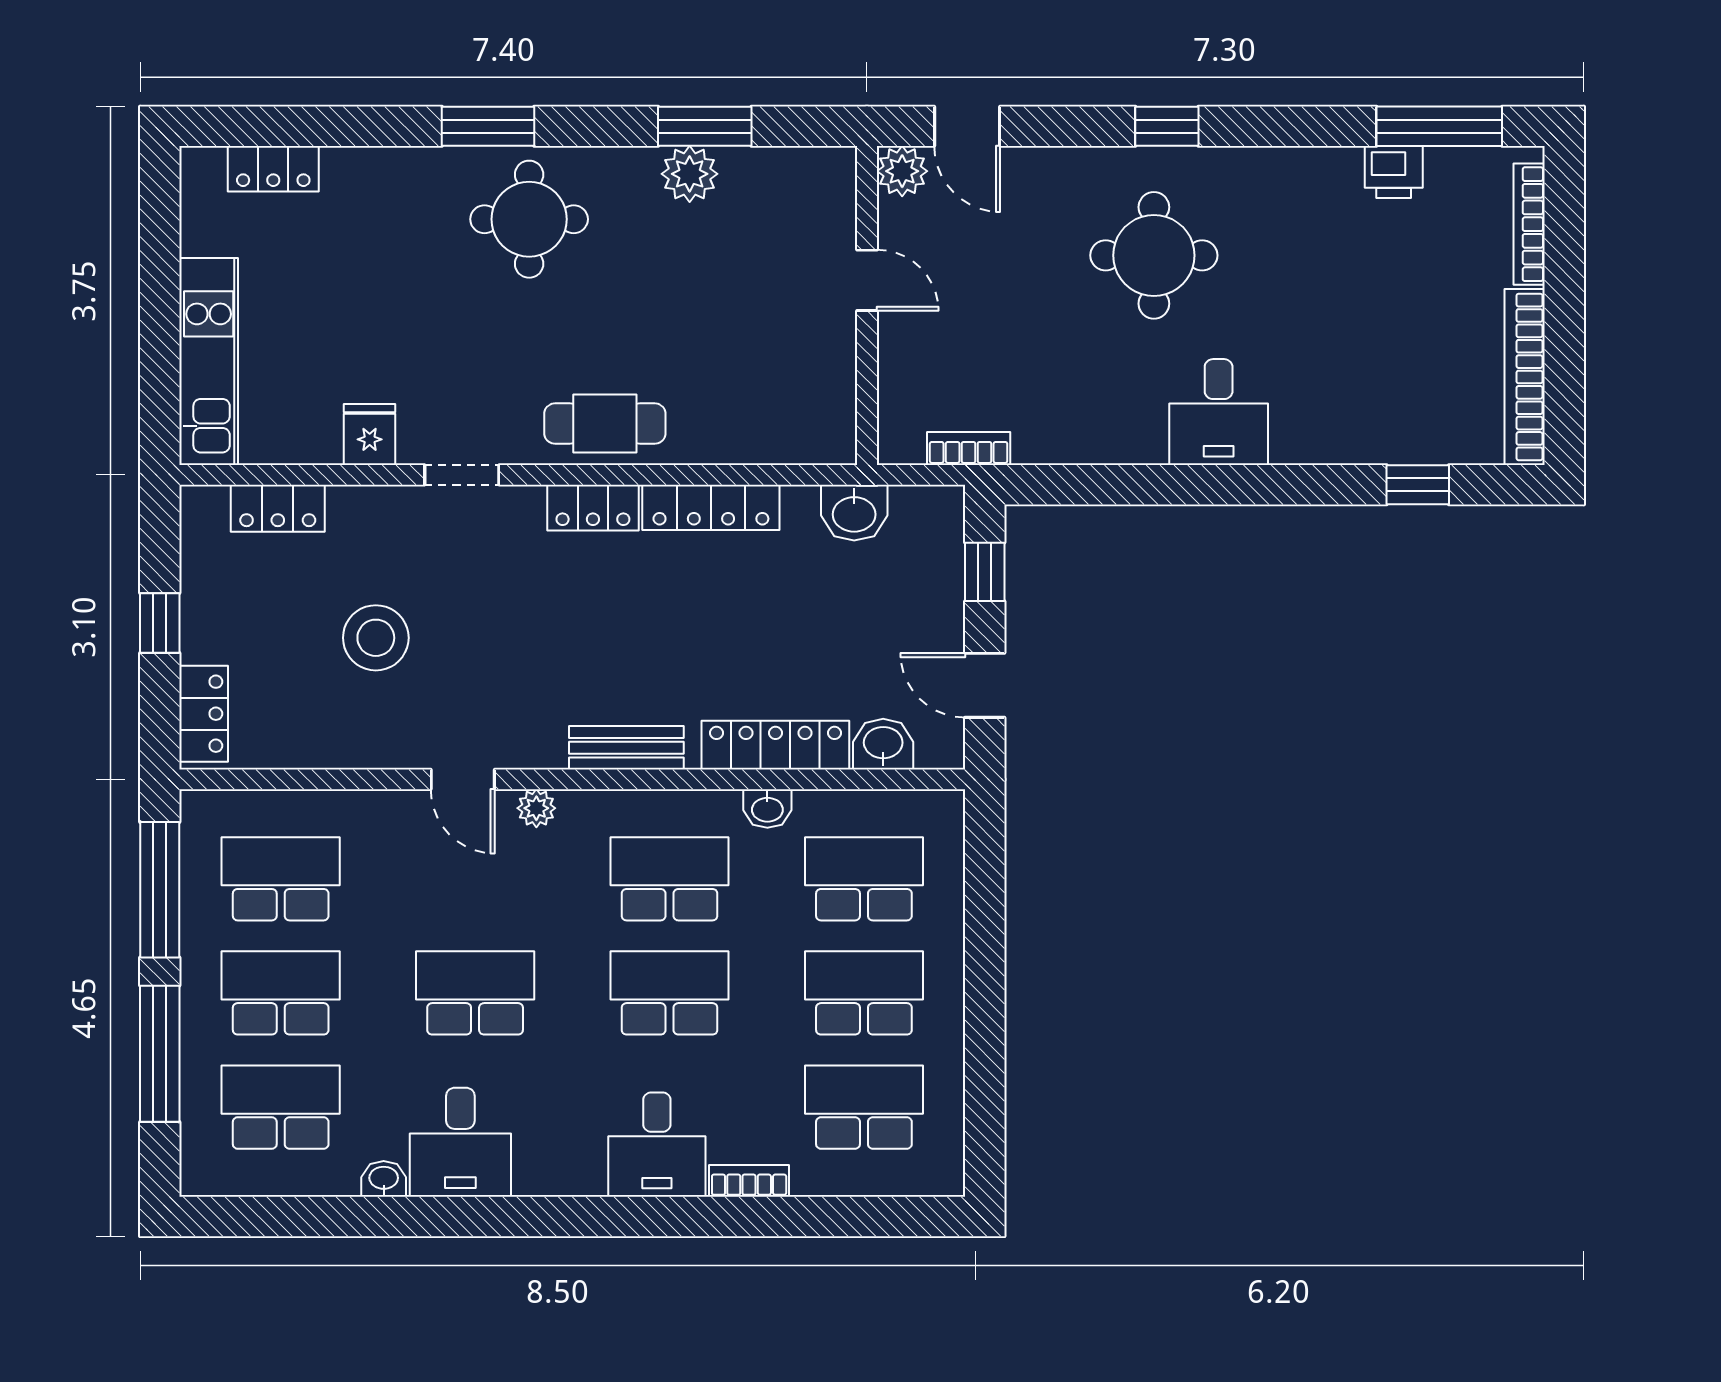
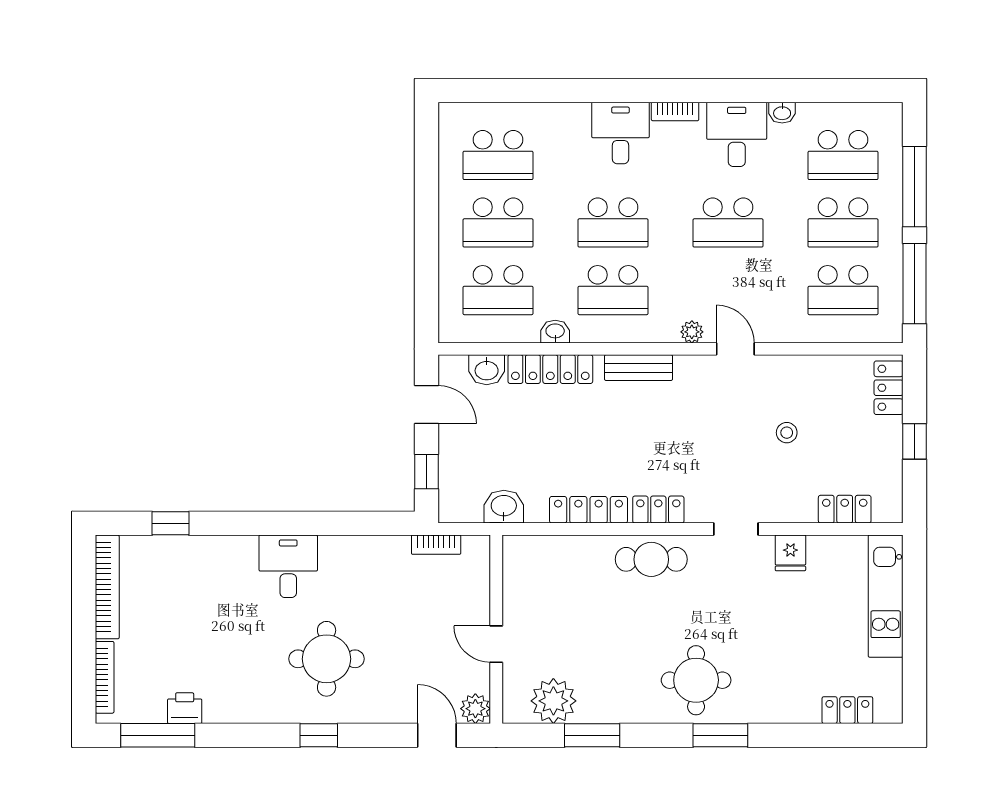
plant: (690, 174) -> (553, 701), moved, width x1.36, depth x1.36
stool: (376, 638) -> (787, 433), width x0.53, depth x0.53
bookcase: (749, 1181) -> (675, 111), moved

